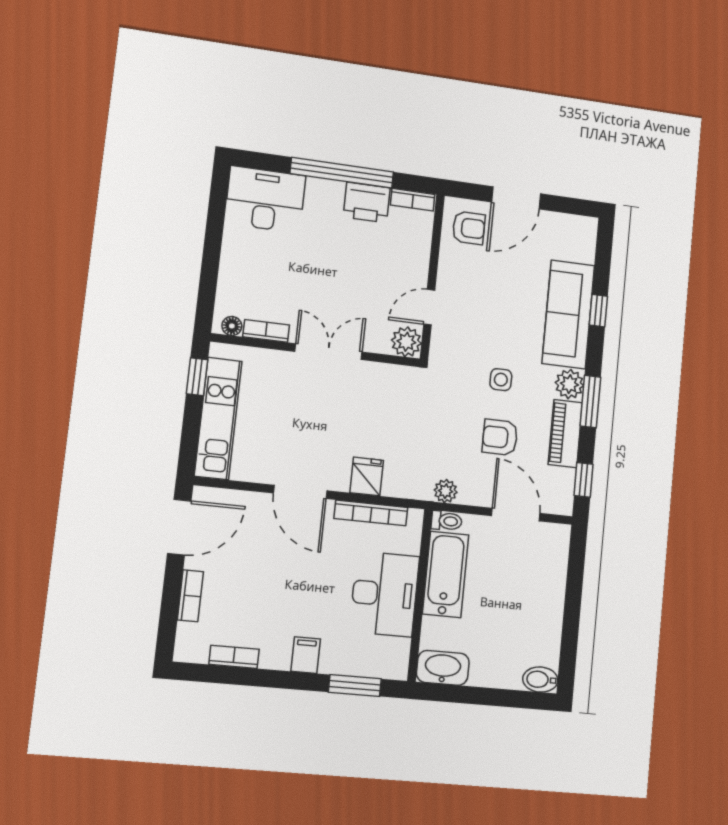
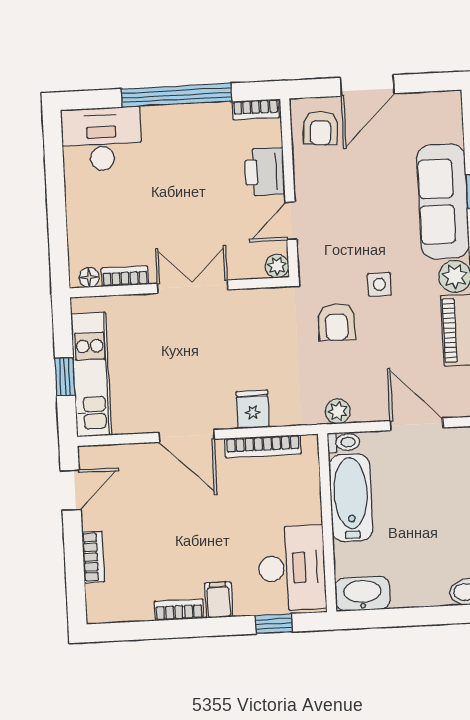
printer: (367, 202) -> (265, 172), moved, turned 90
armchair: (469, 228) -> (321, 128), turned 94
plant: (406, 342) -> (277, 266), width x0.73, depth x0.73
window: (197, 377) -> (65, 377), moved
armchair: (500, 437) -> (336, 322), moved, turned -90
door: (179, 527) -> (71, 490), width x0.73
desk: (384, 594) -> (292, 568), moved
bookcase: (234, 657) -> (179, 610), moved
window: (355, 686) -> (274, 624), width x0.67

